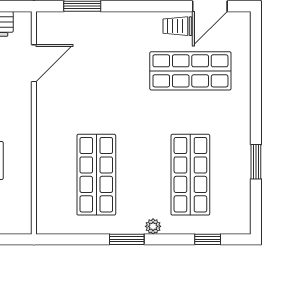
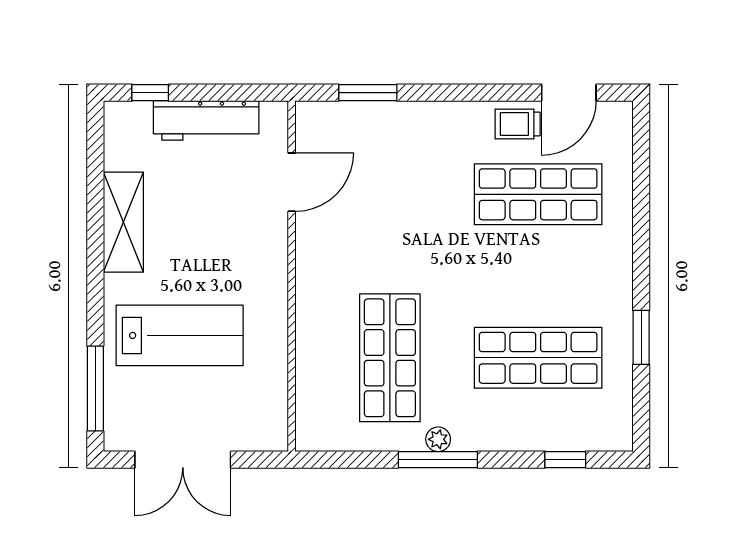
shop shelf: (190, 175) -> (538, 358), turned 90
plant: (153, 226) -> (438, 439), moved
window: (127, 239) -> (438, 460), width x1.44

